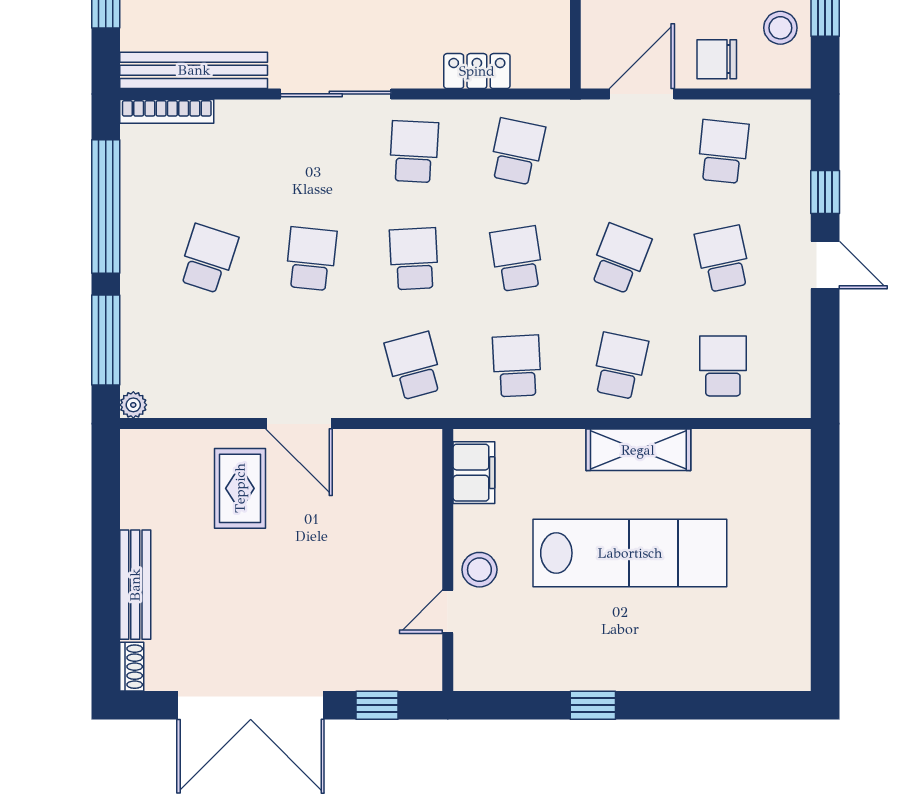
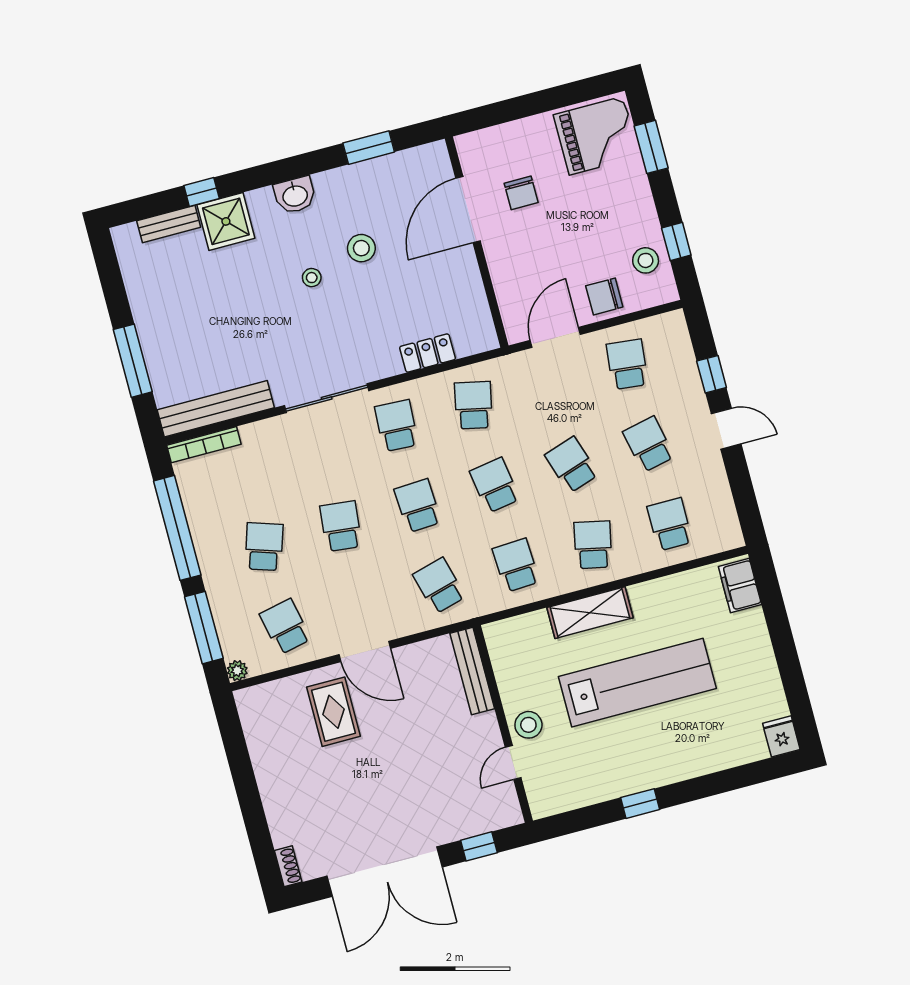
school desk: (620, 259) -> (572, 465), turned -39
school desk: (208, 366) -> (285, 627), added
shelving: (638, 450) -> (590, 613), moved
filing cabinet: (474, 473) -> (740, 586), moved, turned 180
bench: (135, 585) -> (472, 671), moved
fridge: (792, 668) -> (781, 736), added

